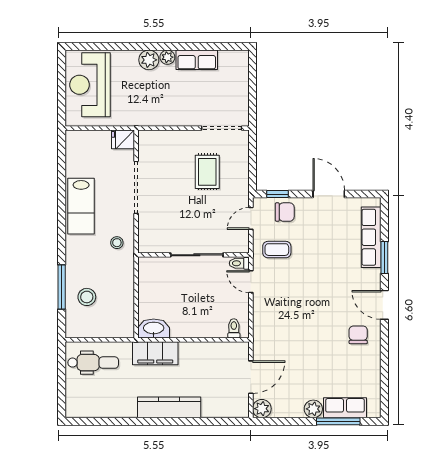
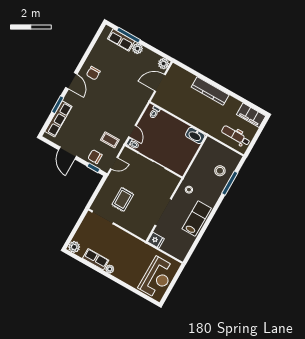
plant: (149, 60) -> (74, 247), moved
filing cabinet: (155, 353) -> (251, 115), moved, turned 180

